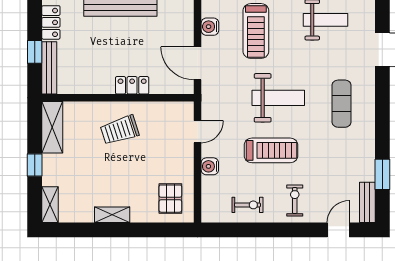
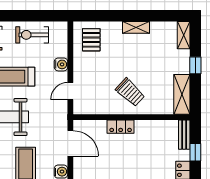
bench: (49, 68) -> (184, 135), width x0.73
trolley: (120, 130) -> (130, 92), turned 61
exercise bike: (247, 205) -> (32, 35), width x1.38, depth x1.39

